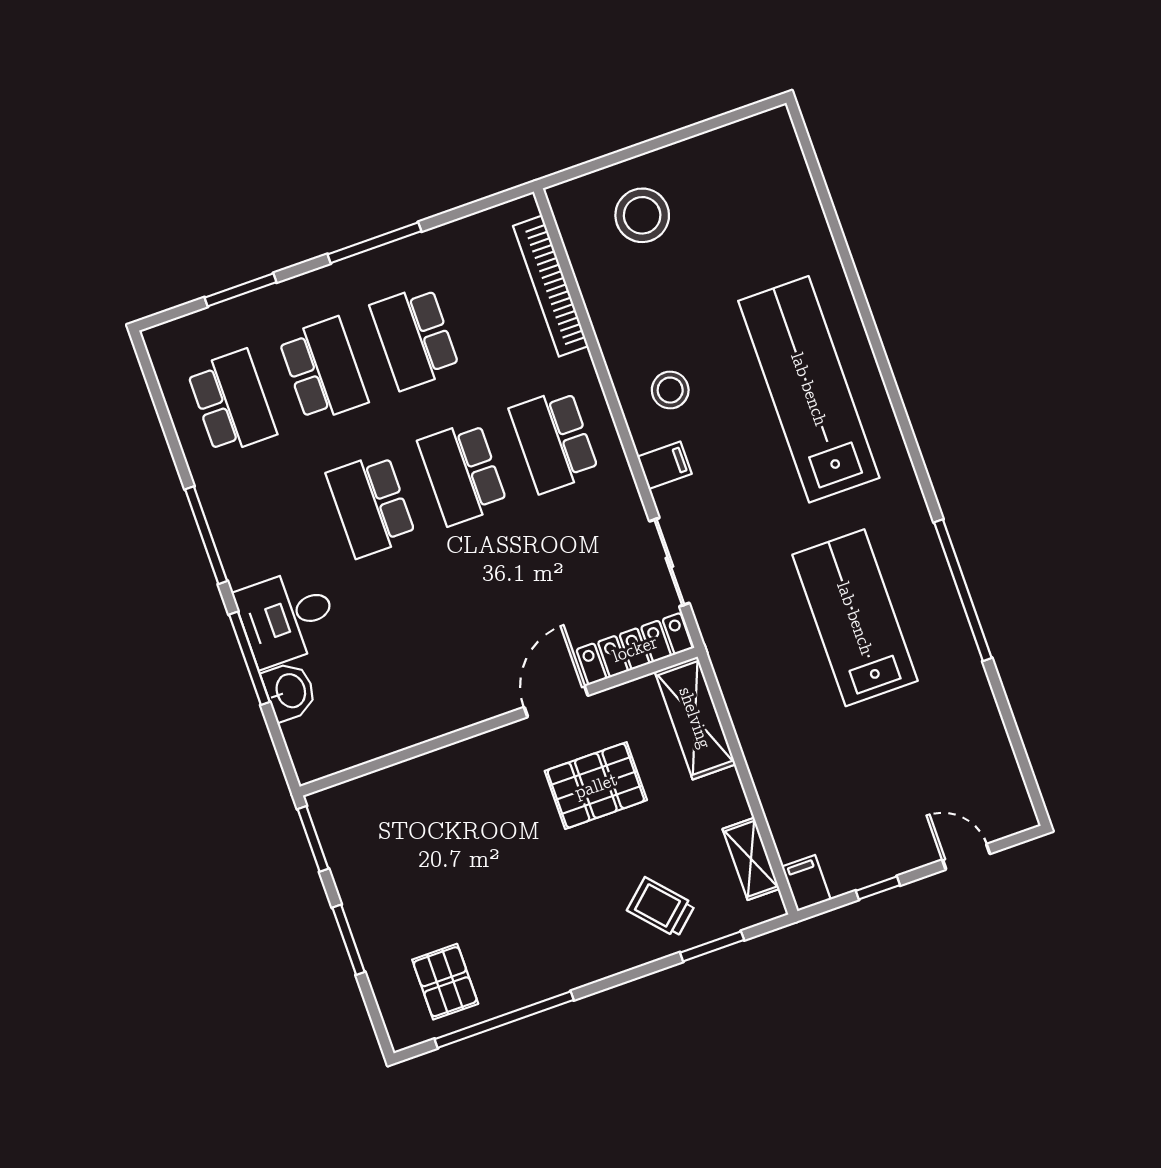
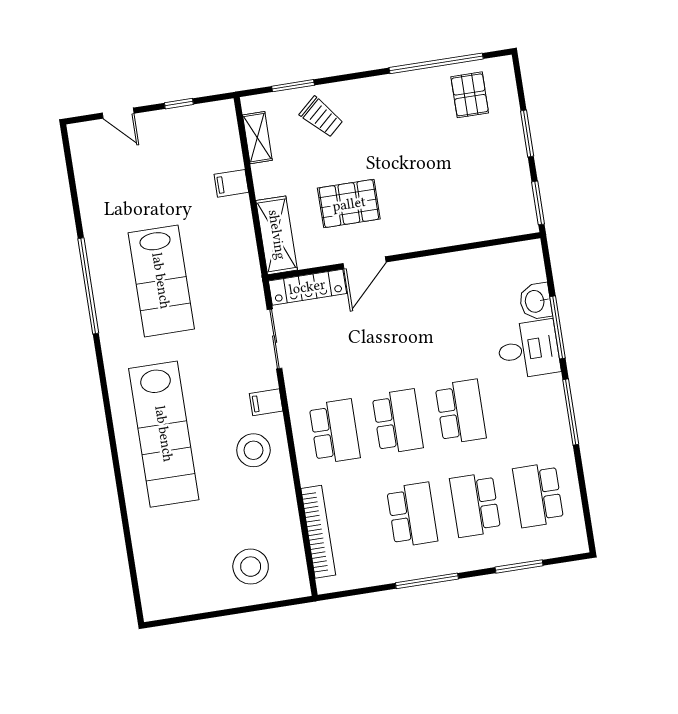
stool: (670, 390) -> (253, 450), width x1.38, depth x1.38
filing cabinet: (806, 883) -> (231, 183), moved, turned 90

